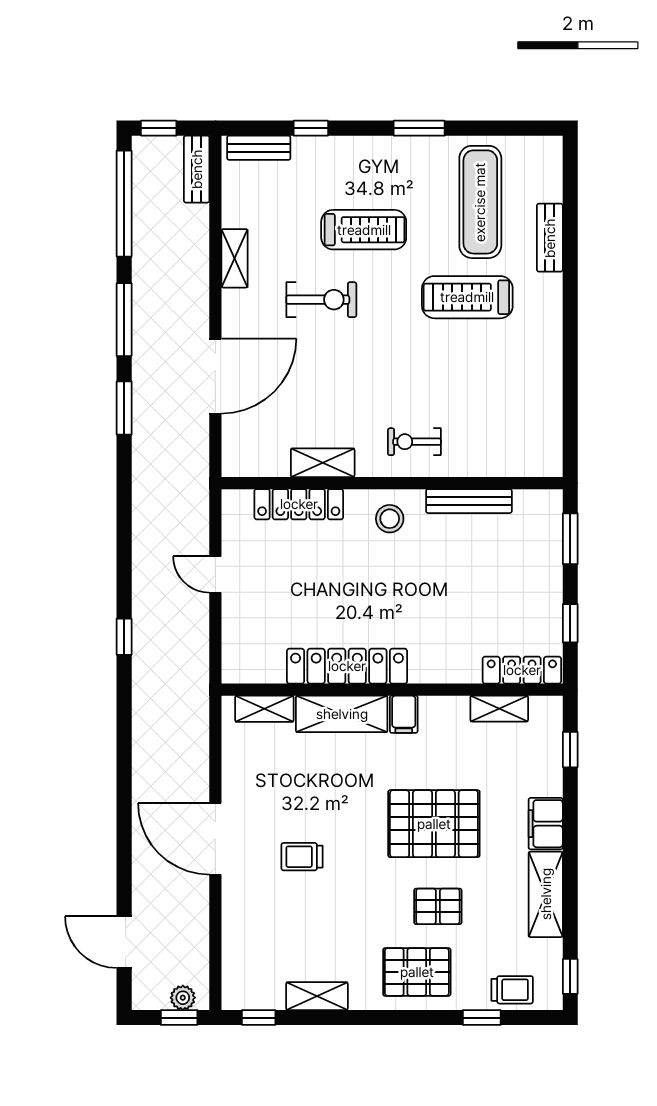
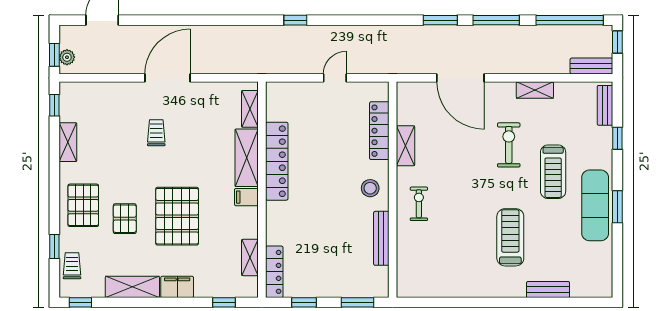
exercise mat: (480, 202) -> (595, 205), moved, turned 90
exercise bike: (321, 300) -> (509, 145), turned 180
trolley: (512, 990) -> (72, 266), turned 180

